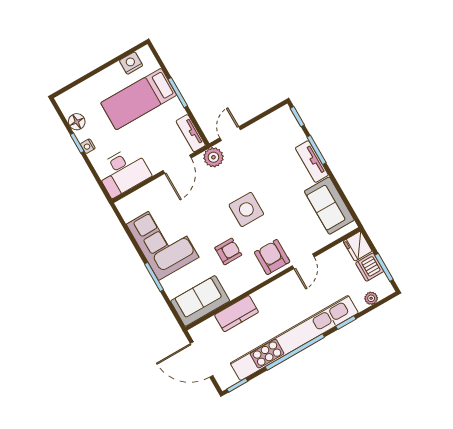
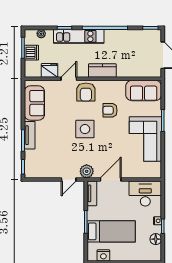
fridge: (358, 246) -> (50, 70), moved, turned -90
kitchen counter: (237, 314) -> (102, 71), moved
kitchen unit: (294, 338) -> (79, 36), width x0.54

